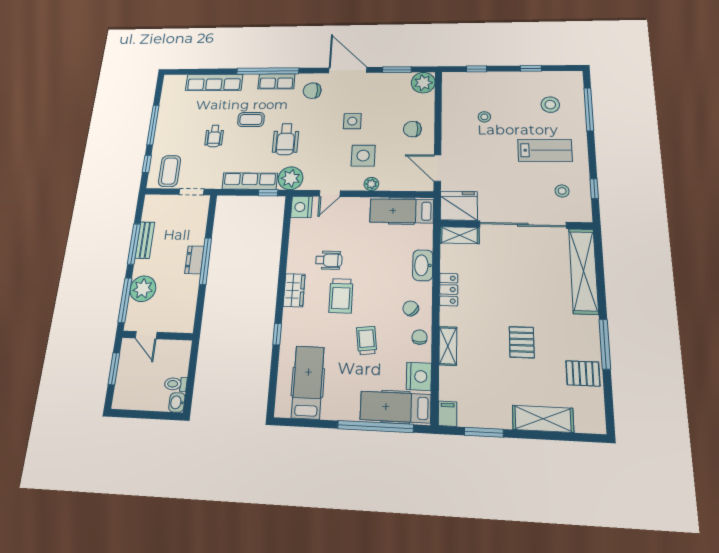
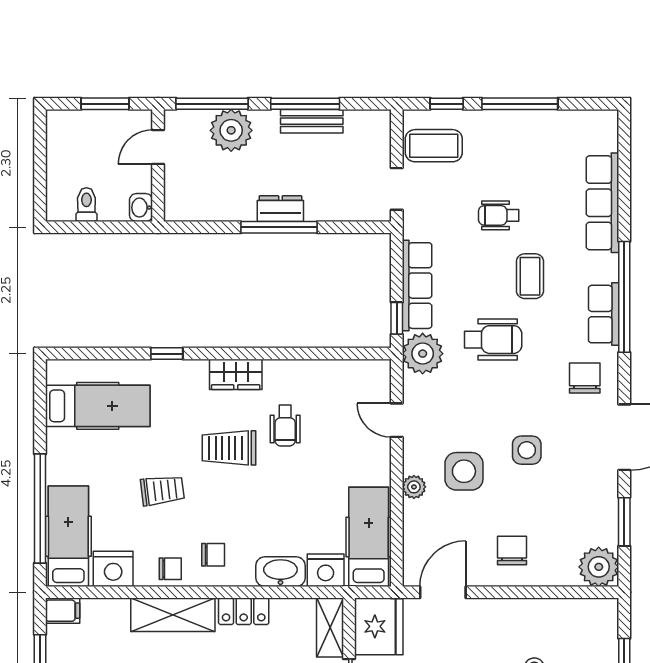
wheelchair: (286, 139) -> (493, 340), turned 180
nightstand: (302, 207) -> (326, 570), moved, turned 180
chair: (411, 308) -> (213, 555), turned 45
shelving: (448, 346) -> (173, 615), width x1.50, depth x1.33
washbasin: (177, 402) -> (141, 208), moved, turned -90

